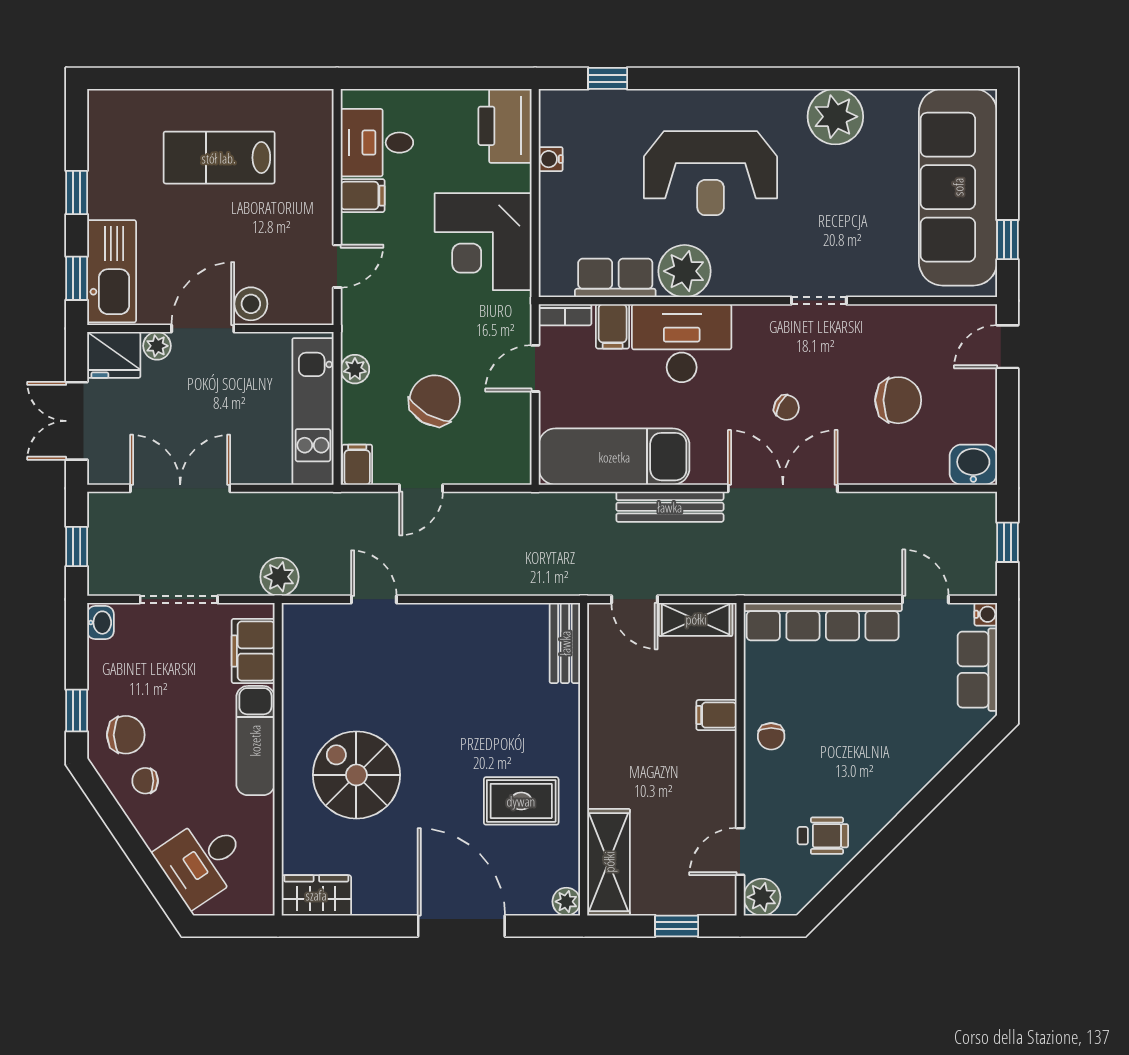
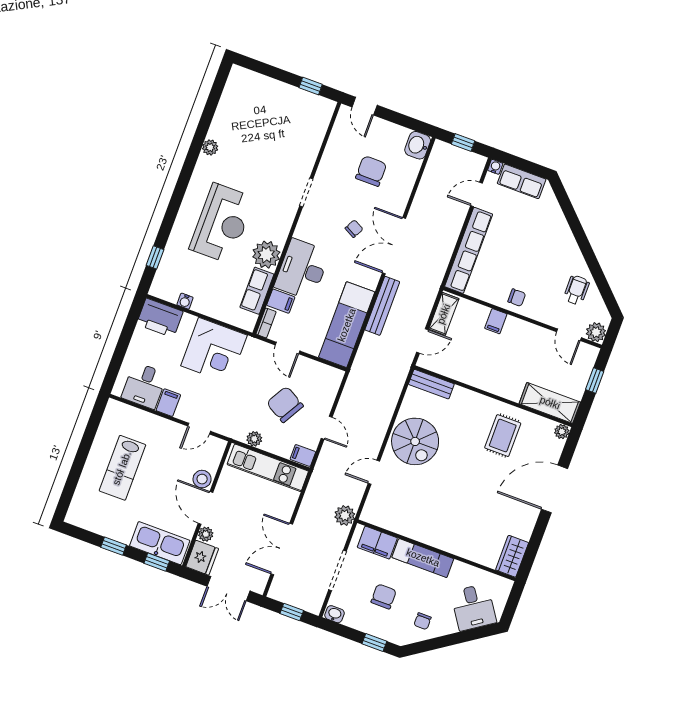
plant: (835, 117) -> (210, 147), width x0.53, depth x0.53
sofa: (958, 187) -> (275, 101), removed
door: (337, 266) -> (199, 429), swing flipped
chair: (126, 735) -> (384, 596), moved
spiral stairs: (356, 775) -> (415, 441), moved, turned -90

